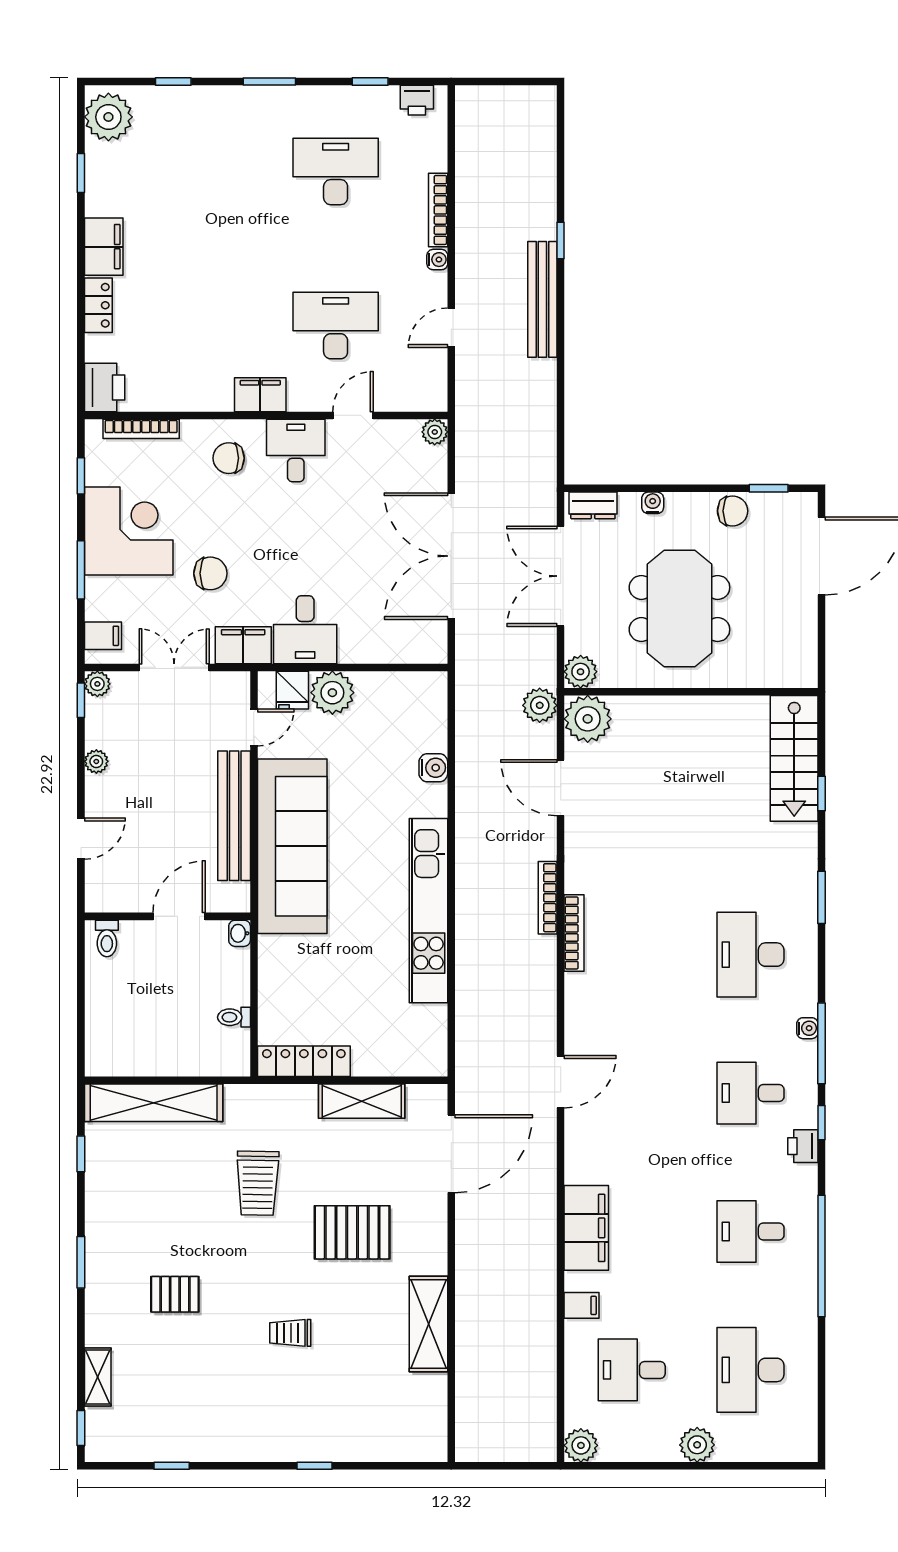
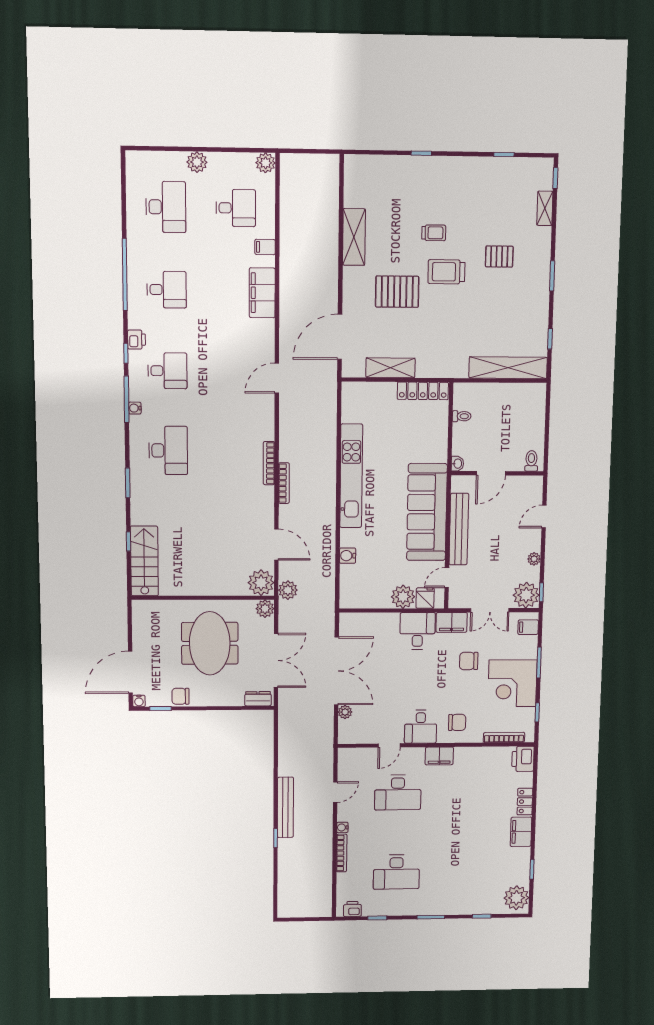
plant: (435, 432) -> (345, 712), moved
water cooler: (653, 503) -> (139, 701), moved
plant: (97, 684) -> (526, 595), width x1.88, depth x1.88
trolley: (258, 1183) -> (446, 272), moved, turned -91

